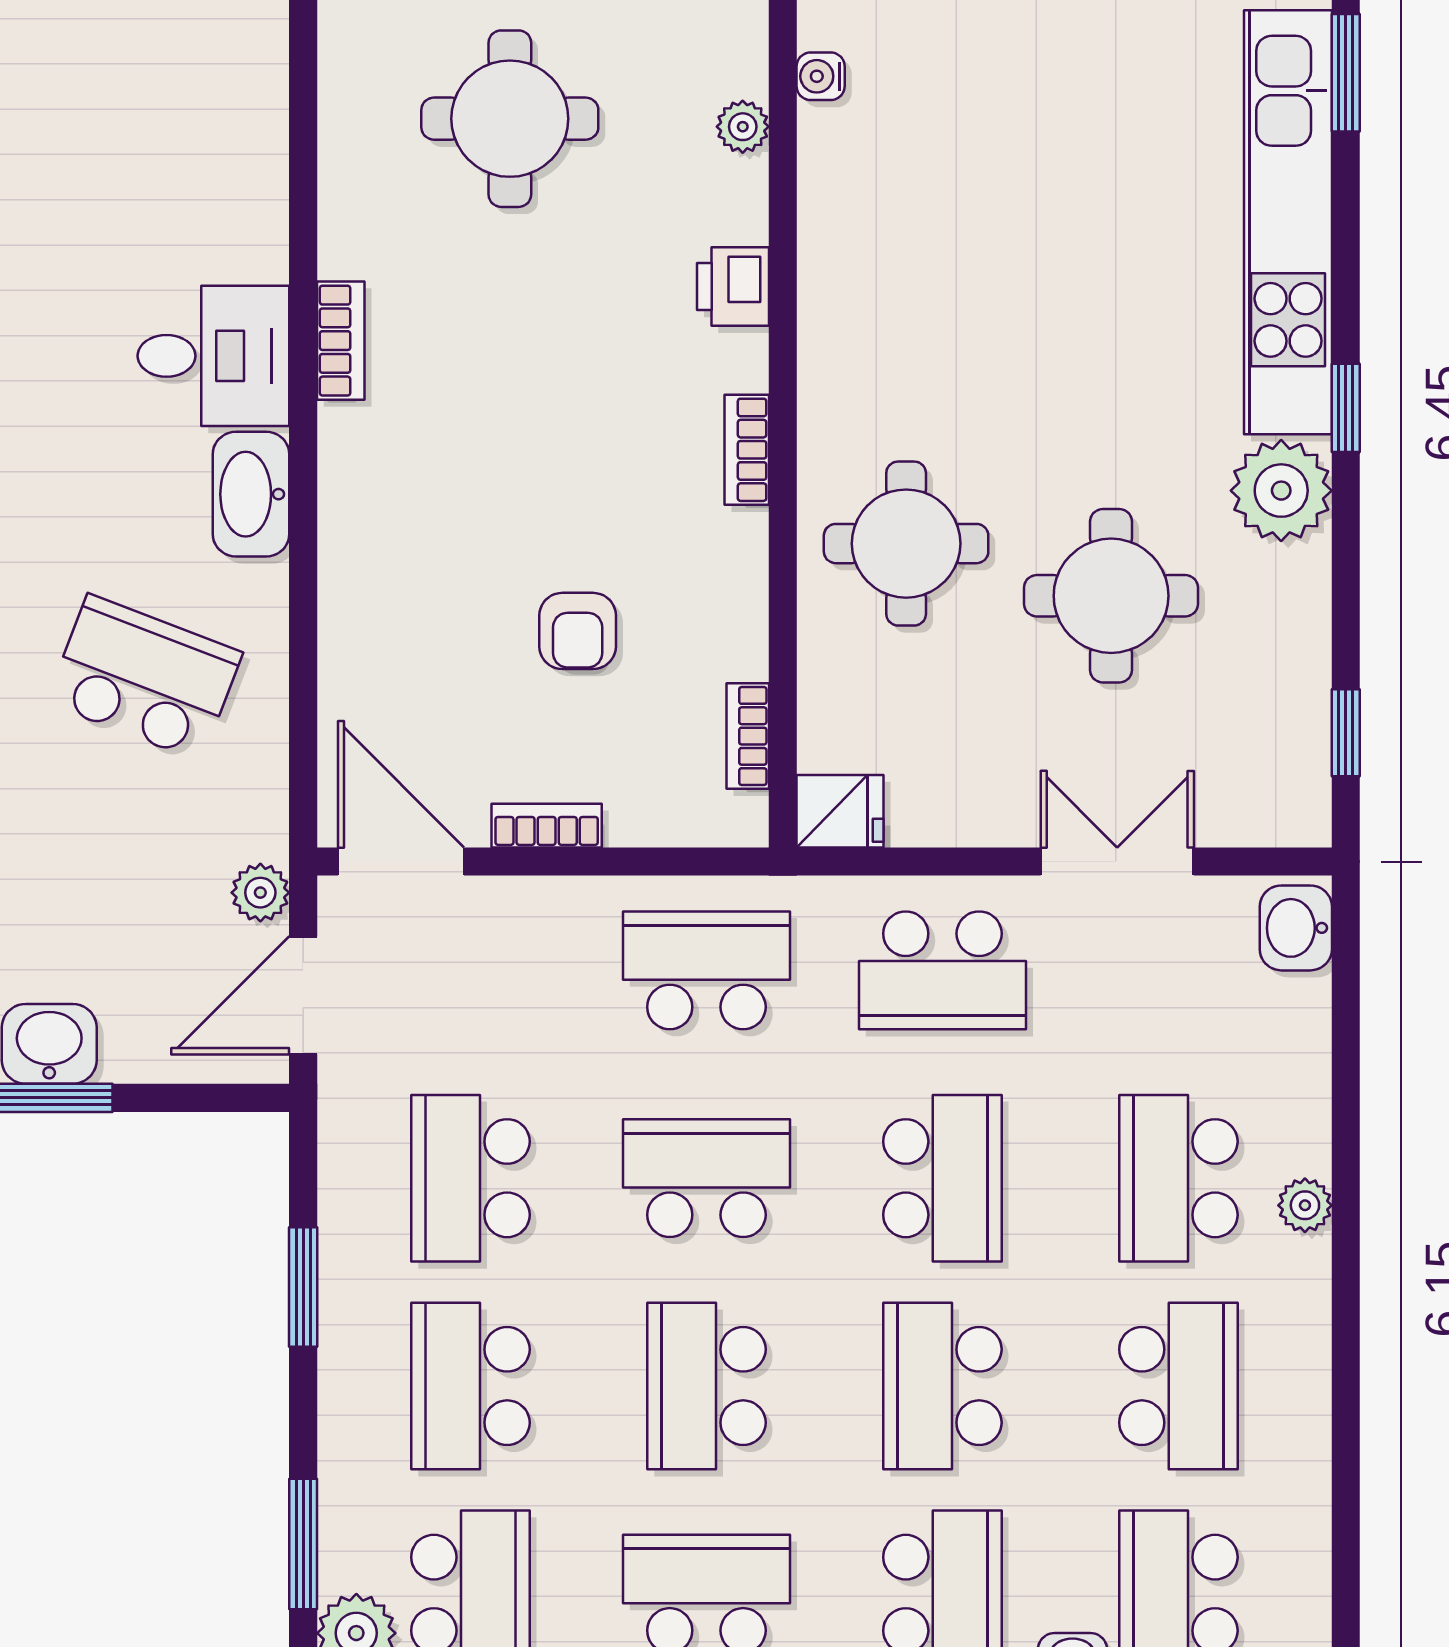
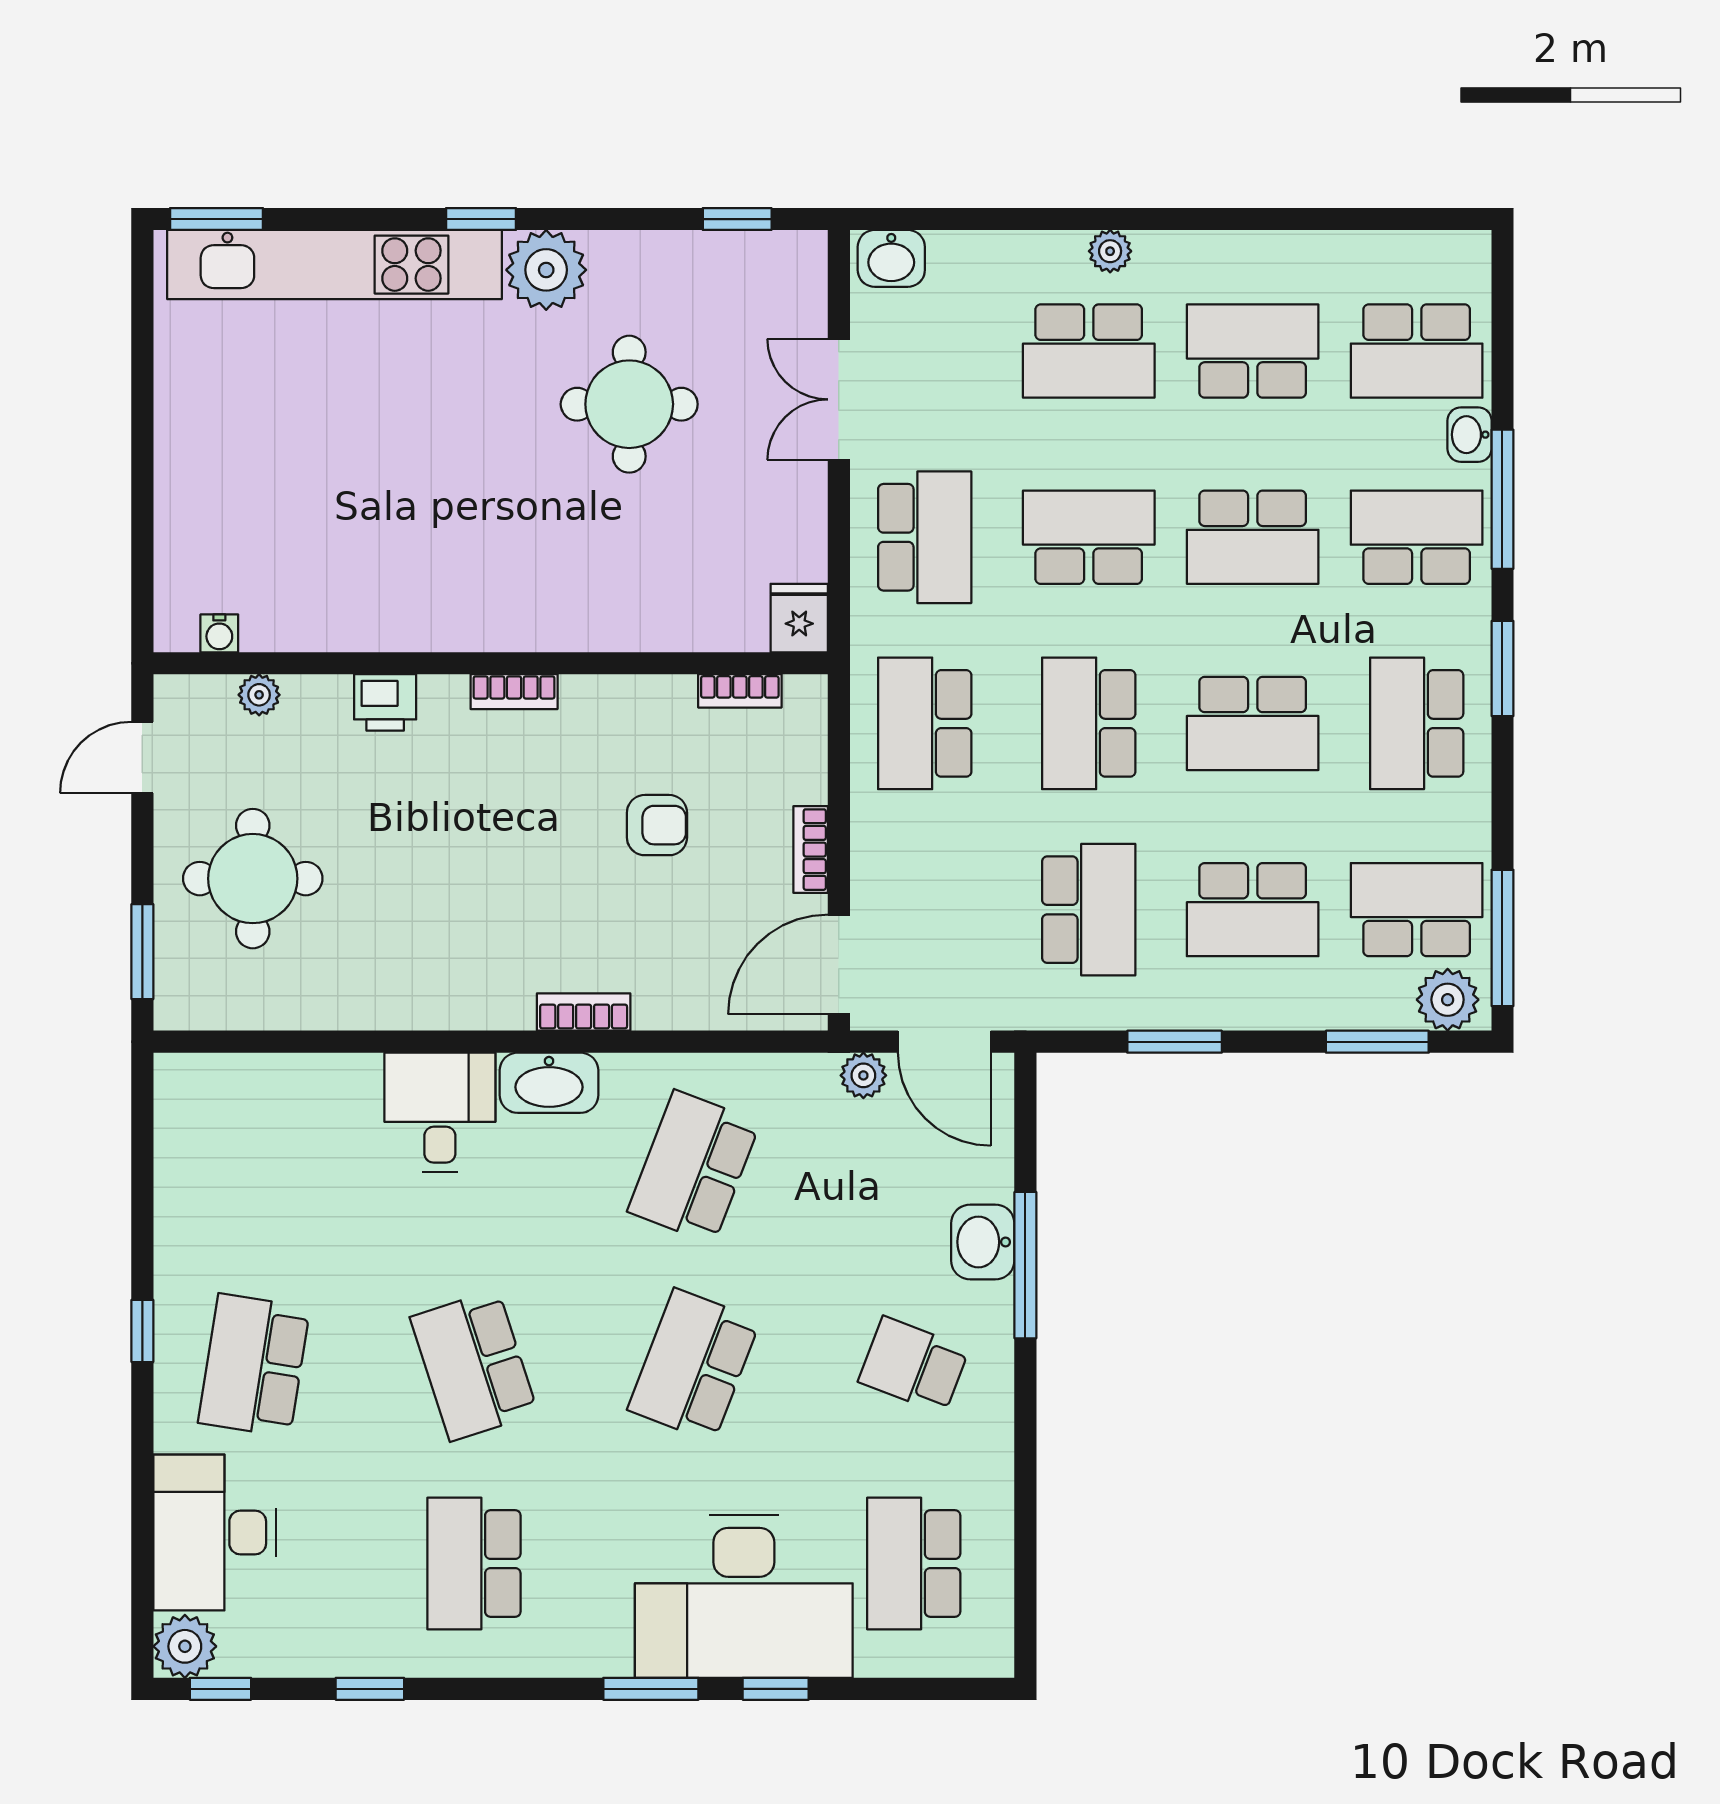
bookcase: (341, 341) -> (584, 1012), moved
round table: (906, 544) -> (588, 566), removed
school desk: (470, 1178) -> (1089, 910), turned -90

